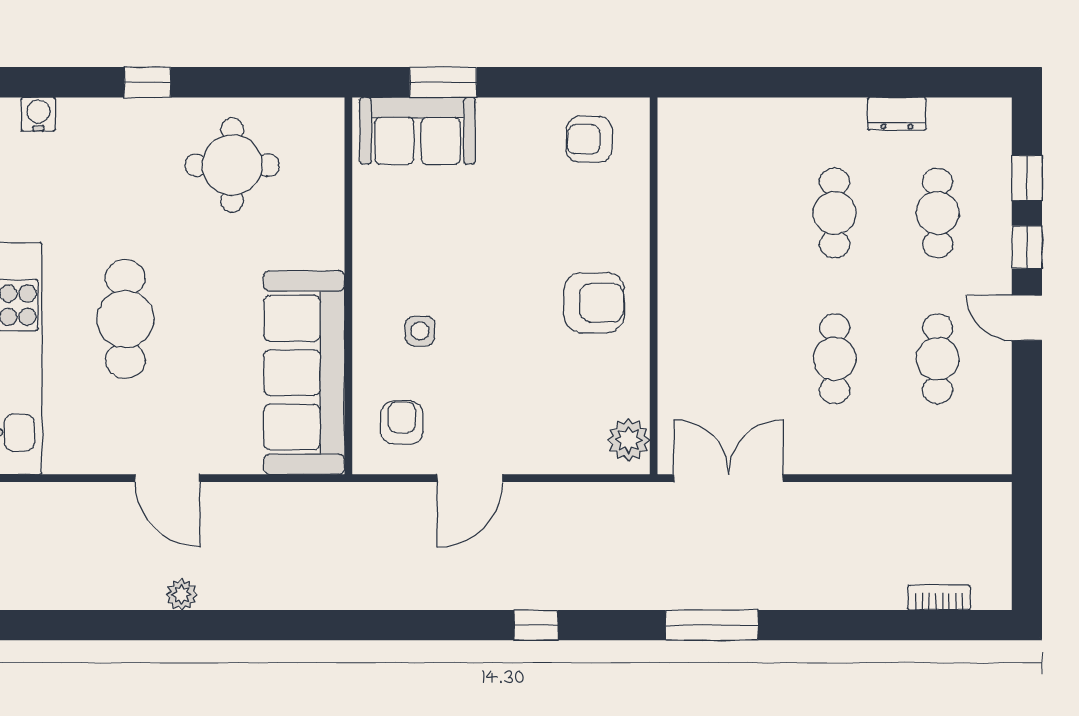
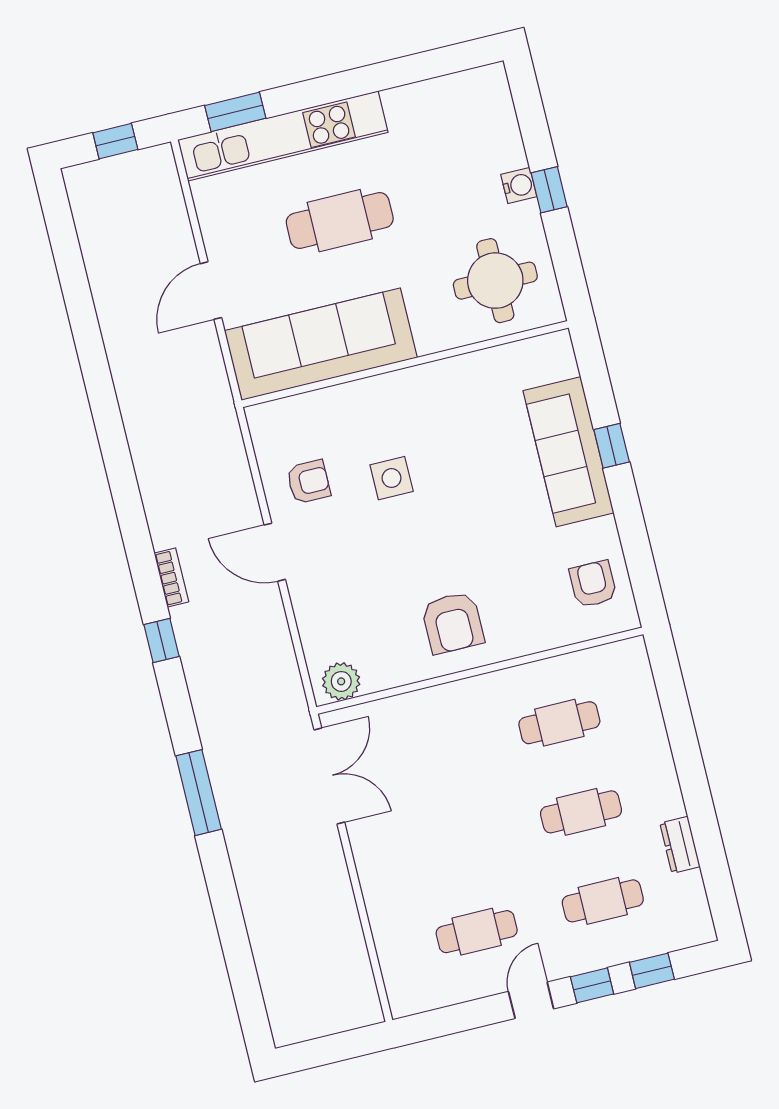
window: (443, 82) -> (612, 446), width x0.67
water cooler: (38, 114) -> (519, 185), moved
sofa: (417, 131) -> (568, 452), width x1.36
wall: (348, 286) -> (405, 364), moved
side table: (420, 331) -> (392, 478), width x1.37, depth x1.37
cafe table: (835, 359) -> (559, 723), moved
sofa: (304, 373) -> (321, 344), moved
plant: (182, 595) -> (113, 327), removed
bookcase: (939, 598) -> (171, 577), moved

